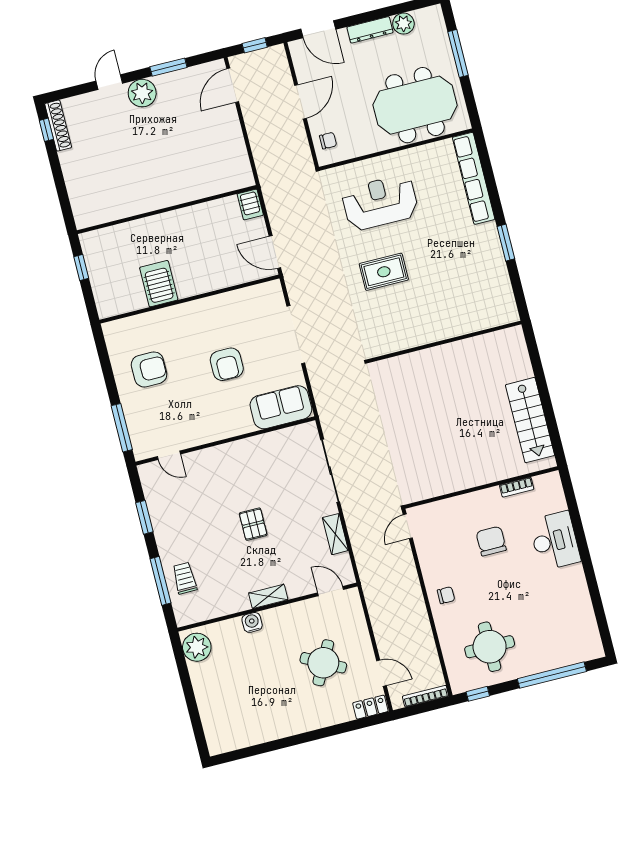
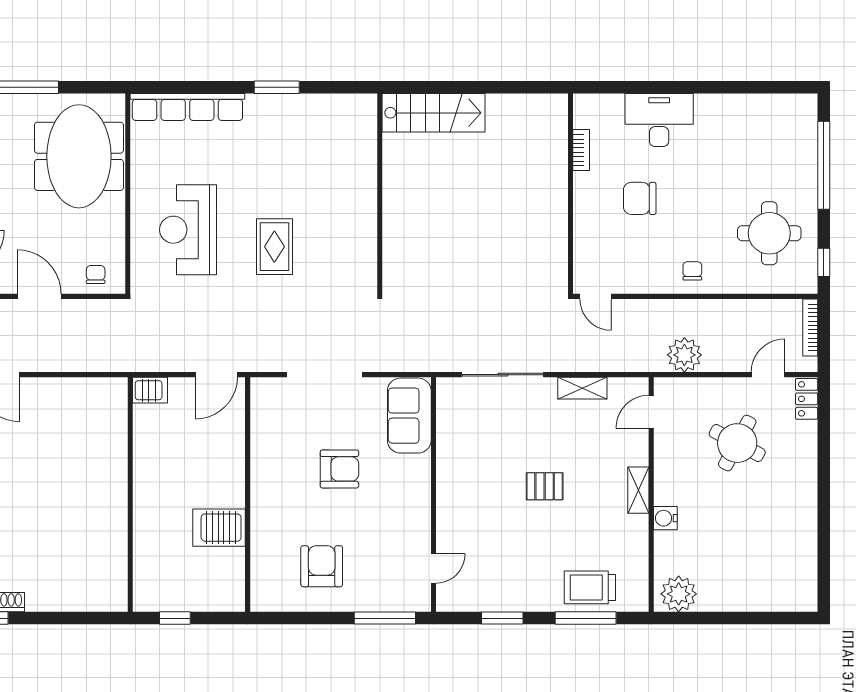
stairs: (530, 420) -> (434, 113), moved
trolley: (185, 578) -> (590, 587), width x1.36, depth x1.39
plant: (380, 605) -> (684, 355), added

